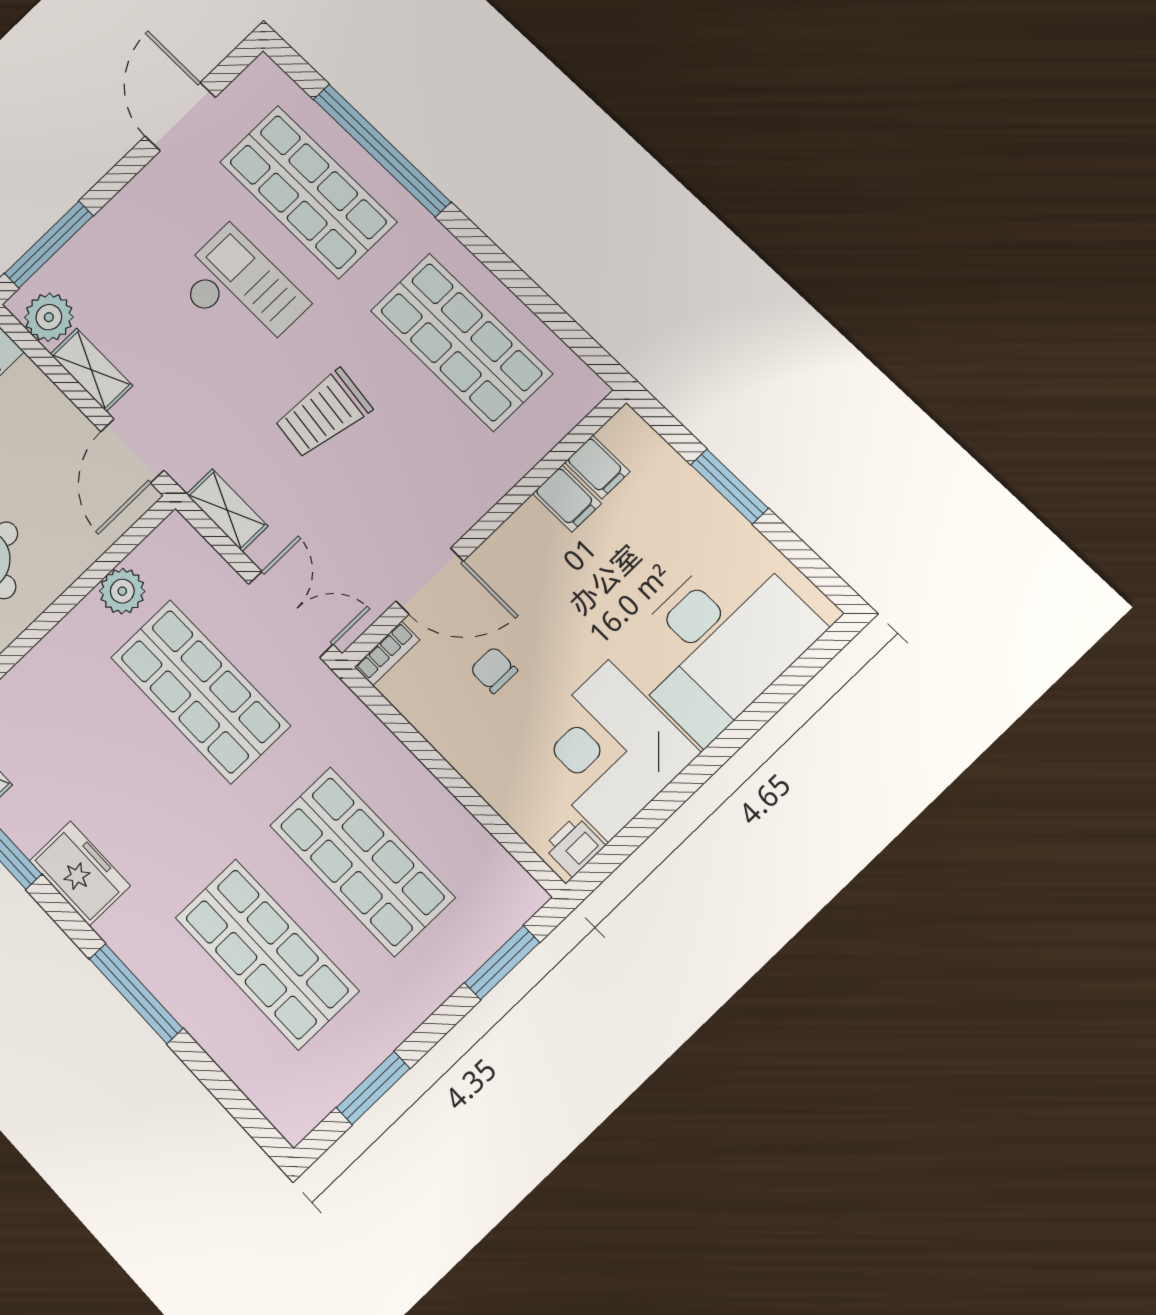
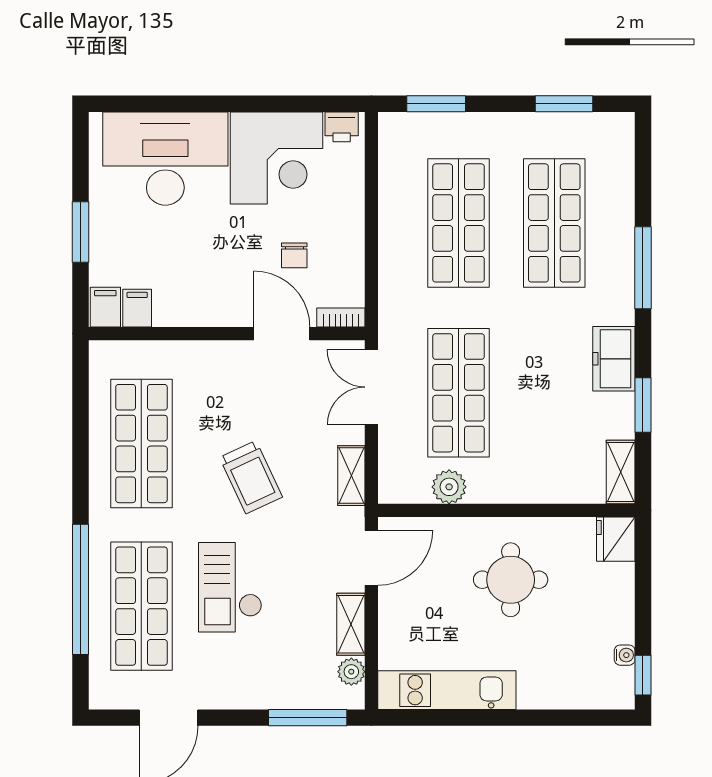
plant: (49, 317) -> (351, 672), width x0.73, depth x0.73
trolley: (323, 414) -> (251, 477), turned 58
filing cabinet: (567, 499) -> (105, 307), moved

